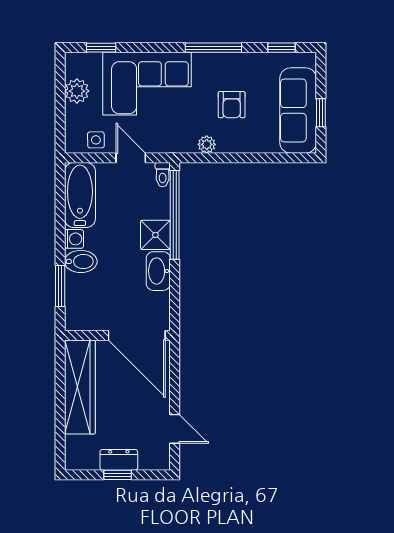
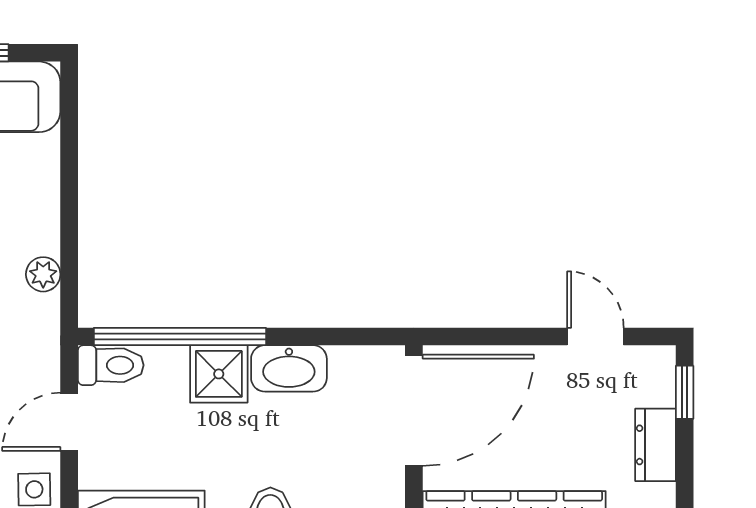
toilet: (163, 175) -> (111, 365), width x1.37, depth x1.39
door: (175, 429) -> (595, 336), hinge flipped
window: (118, 475) -> (685, 392), moved

